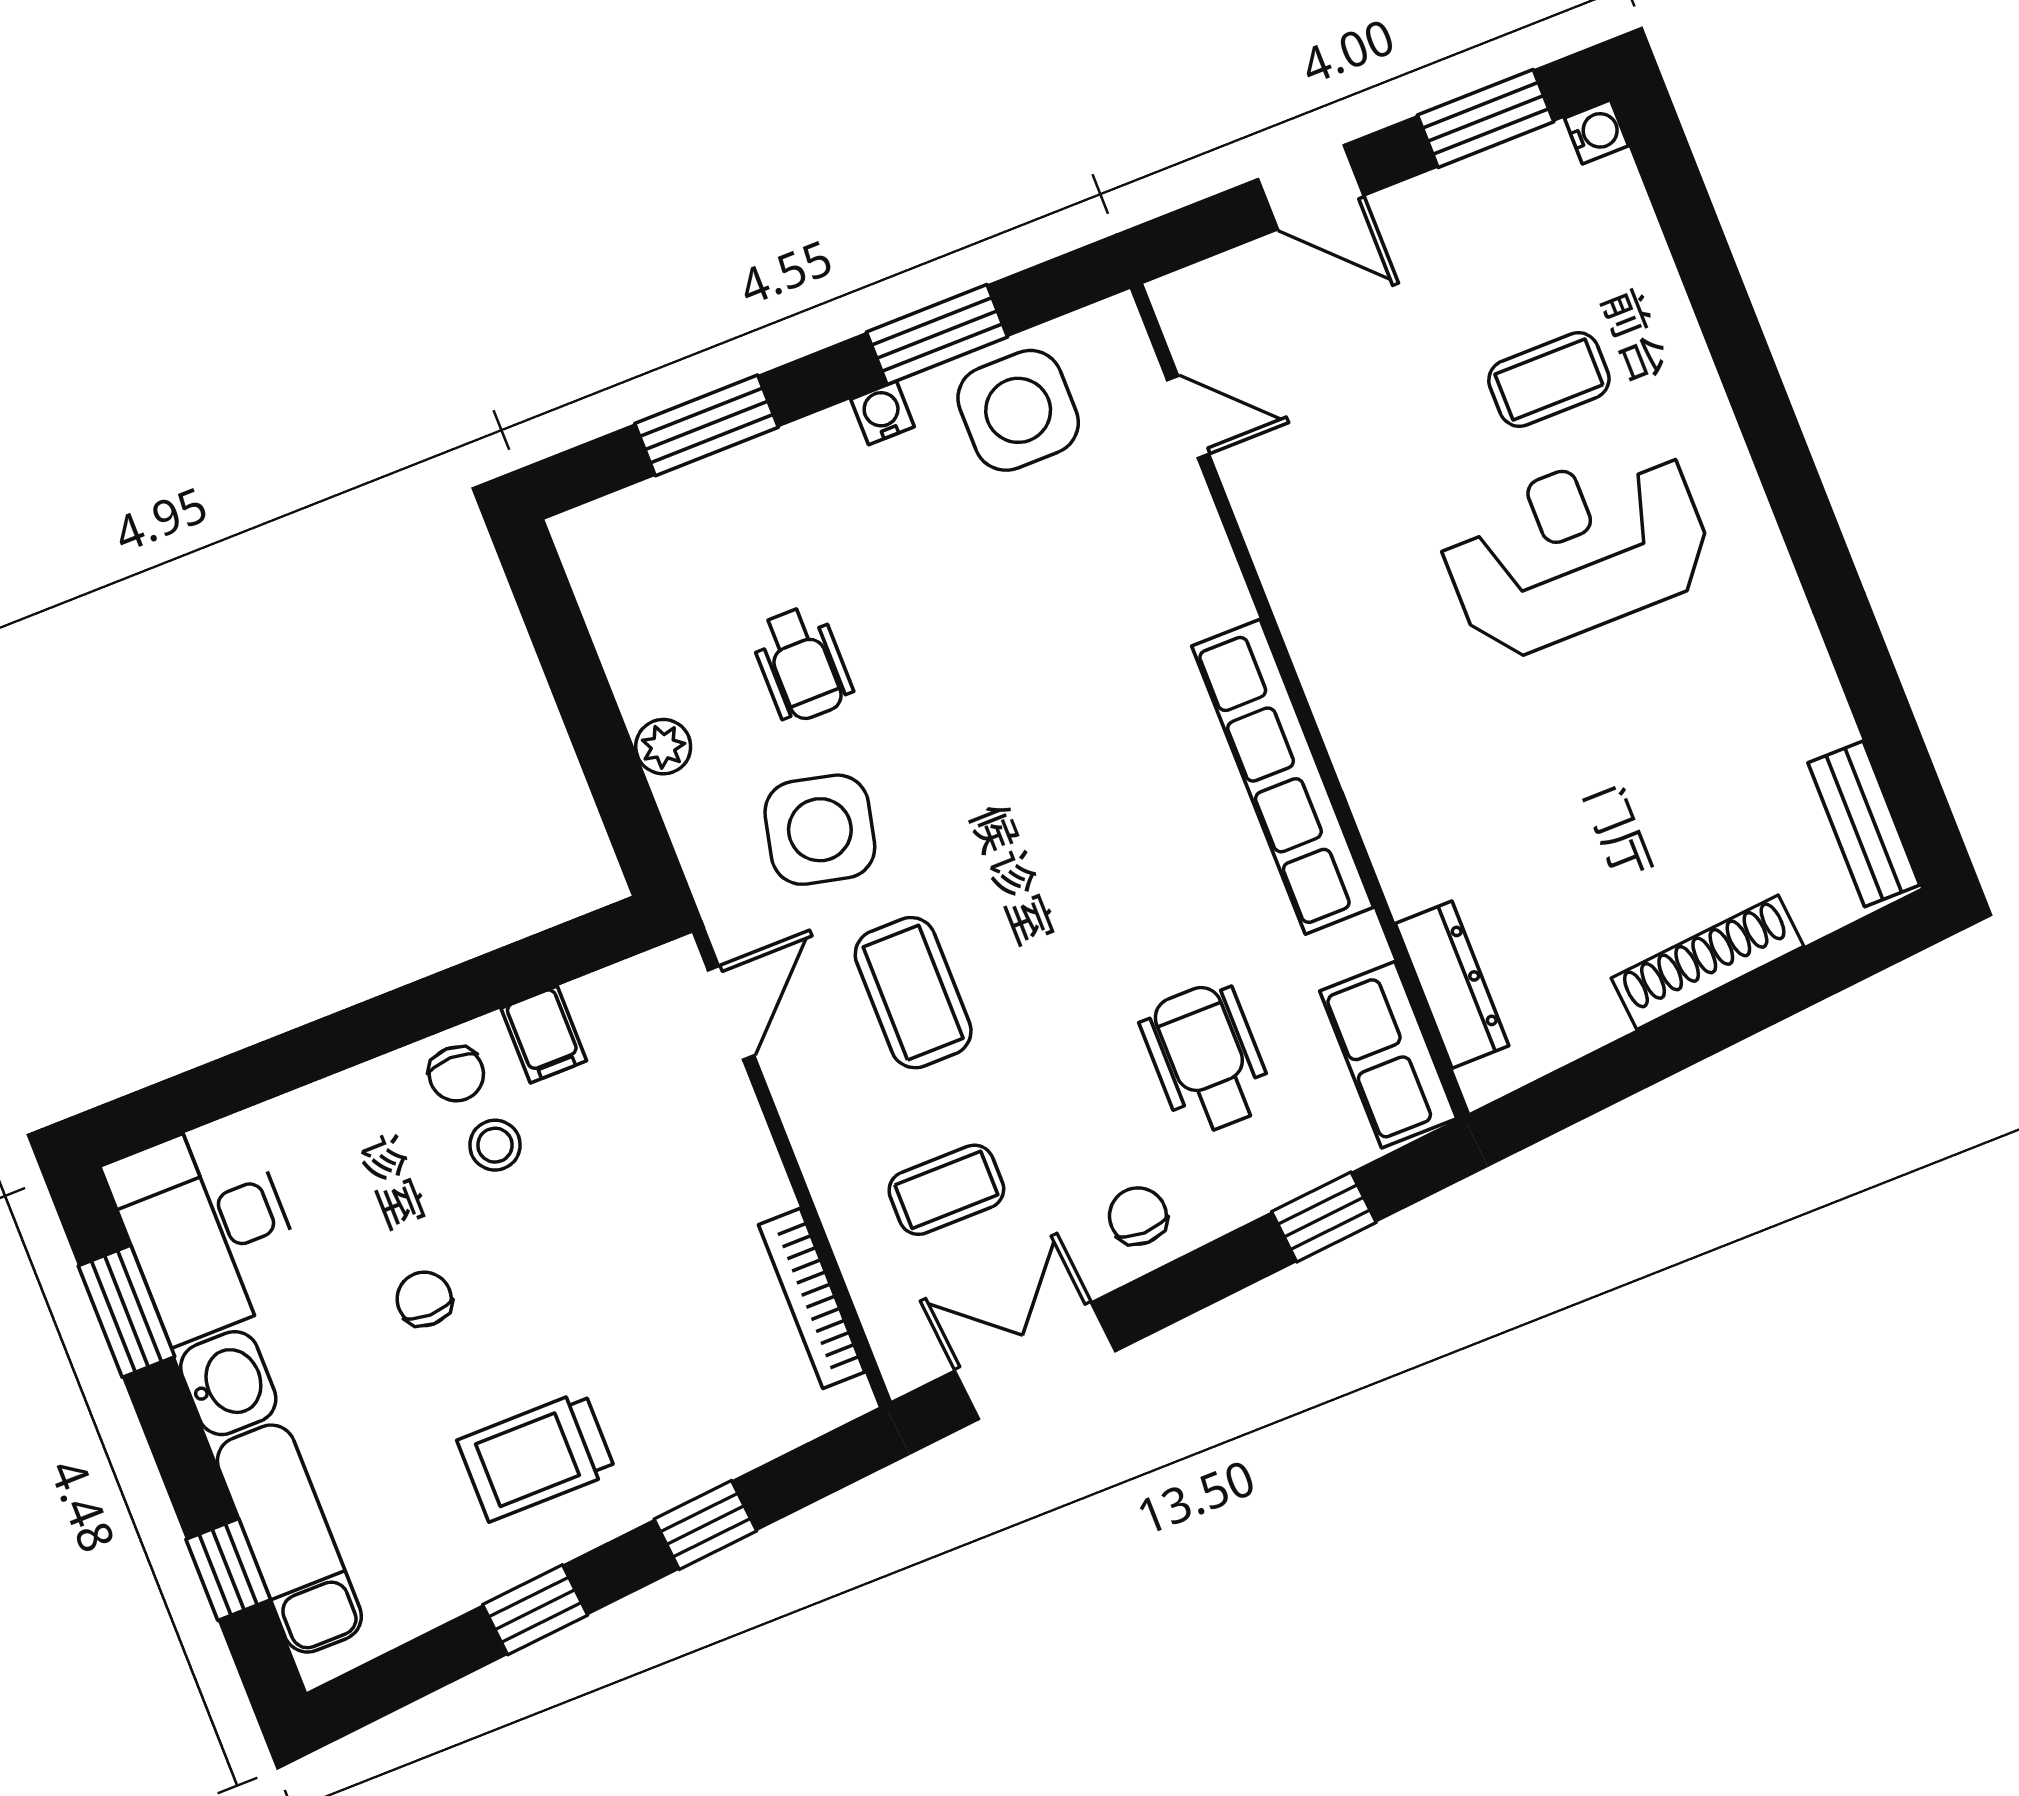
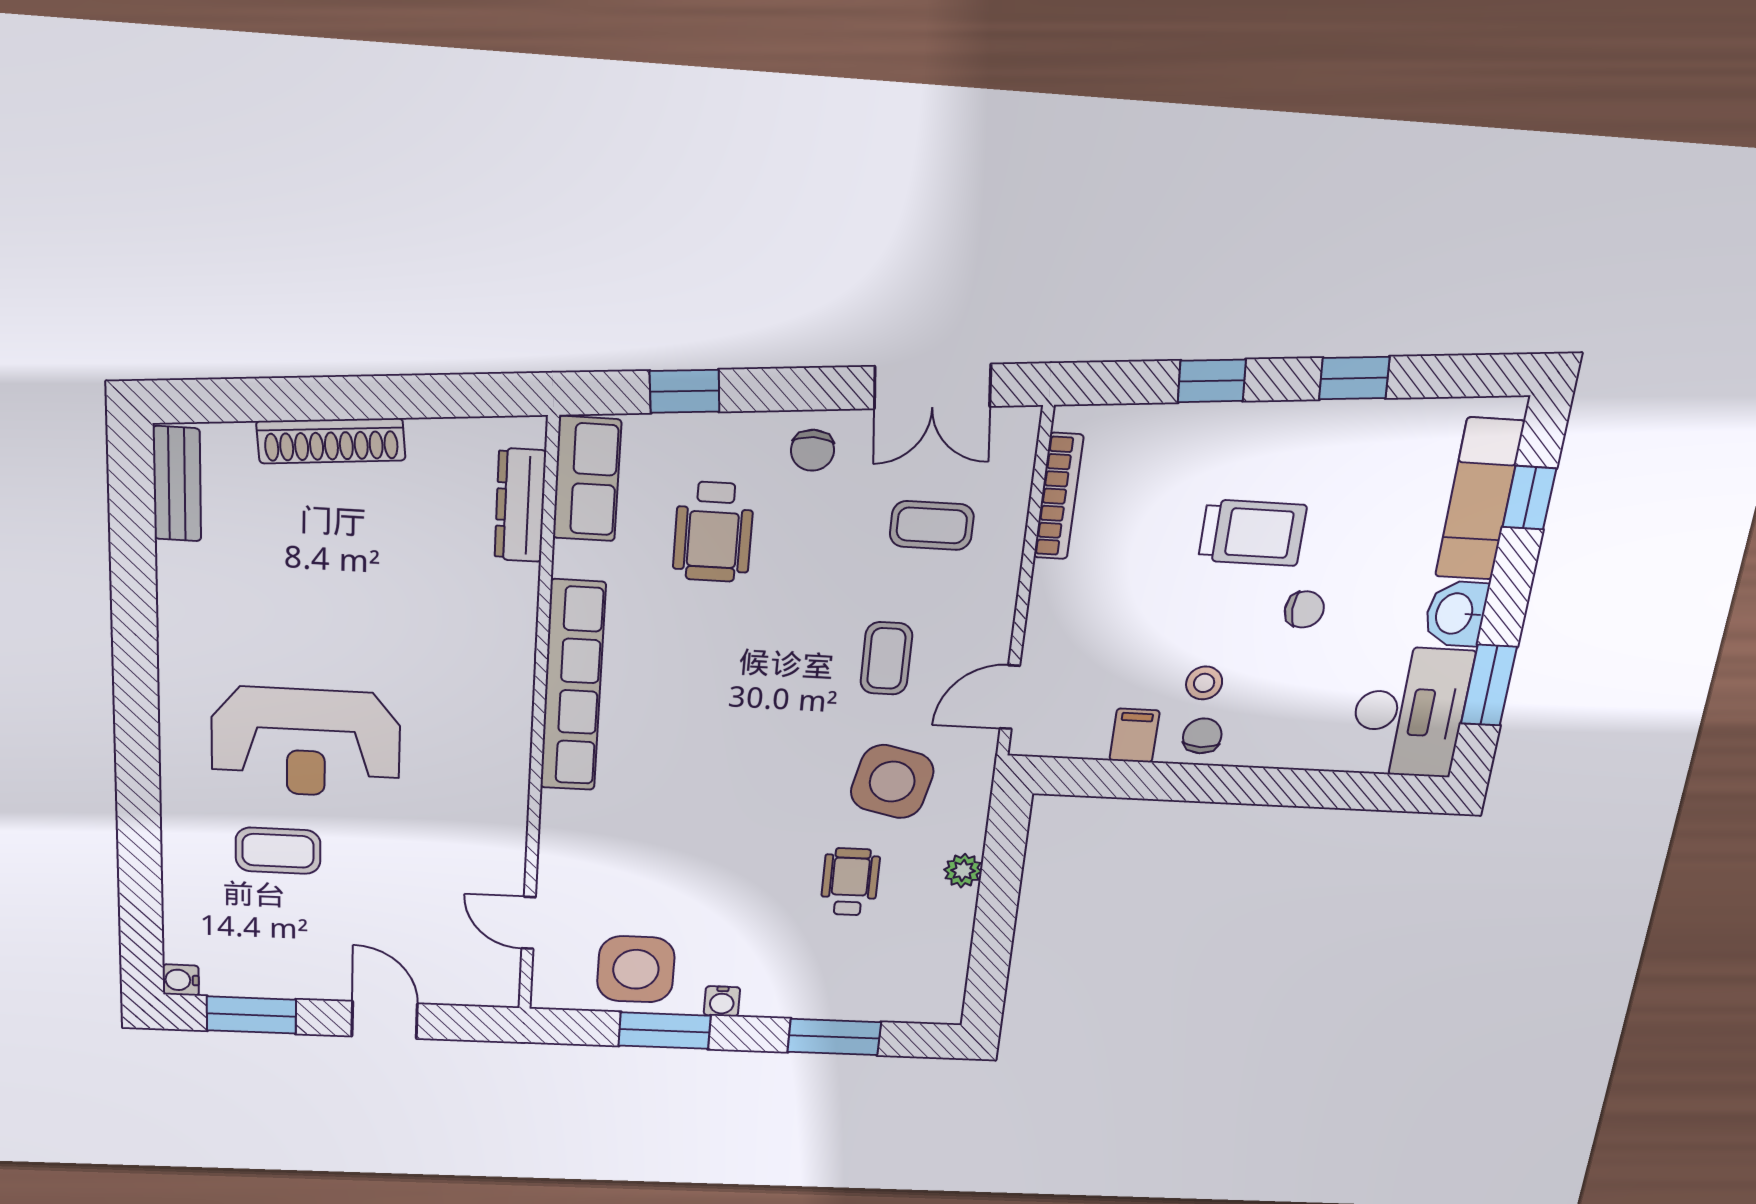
coffee table: (913, 993) -> (886, 658), width x0.73, depth x0.77
chair: (424, 1299) -> (1304, 609), turned -90
trolley: (536, 1456) -> (1252, 533), moved

